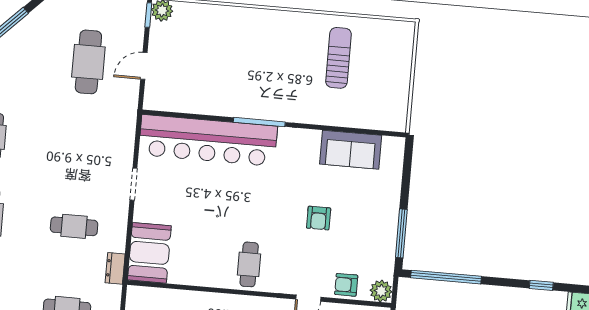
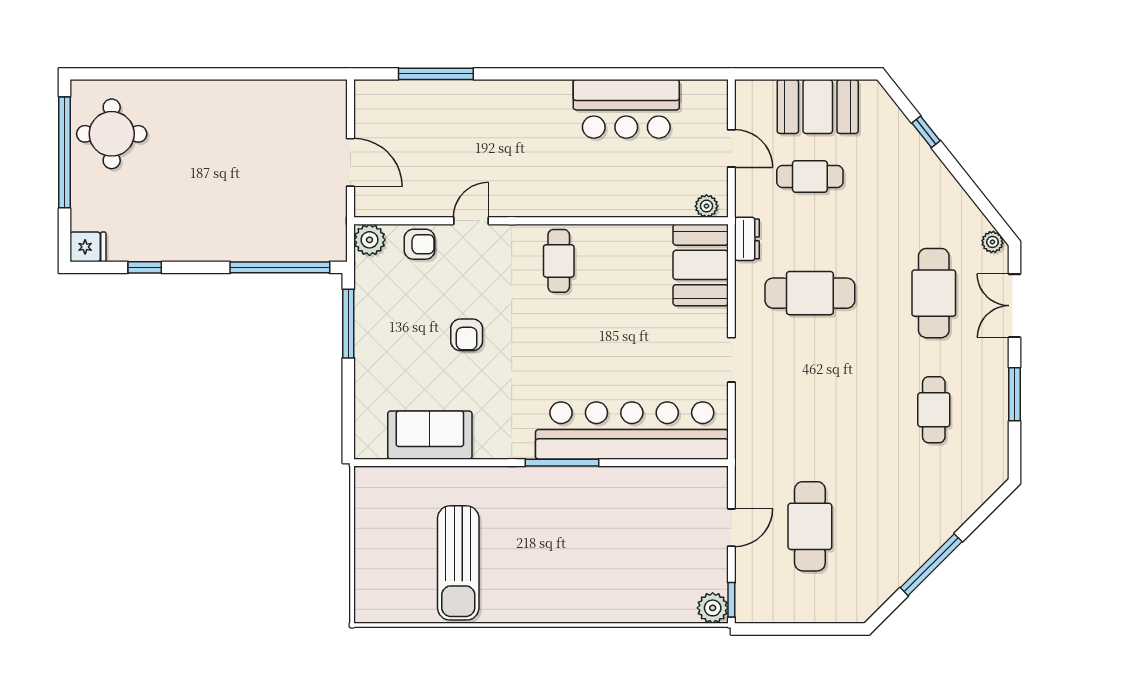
sun lounger: (338, 58) -> (458, 563), width x1.36, depth x1.34
armchair: (319, 218) -> (467, 335), turned 180
cafe table: (74, 226) -> (810, 293), width x1.37, depth x1.35
plant: (142, 294) -> (706, 206), added

